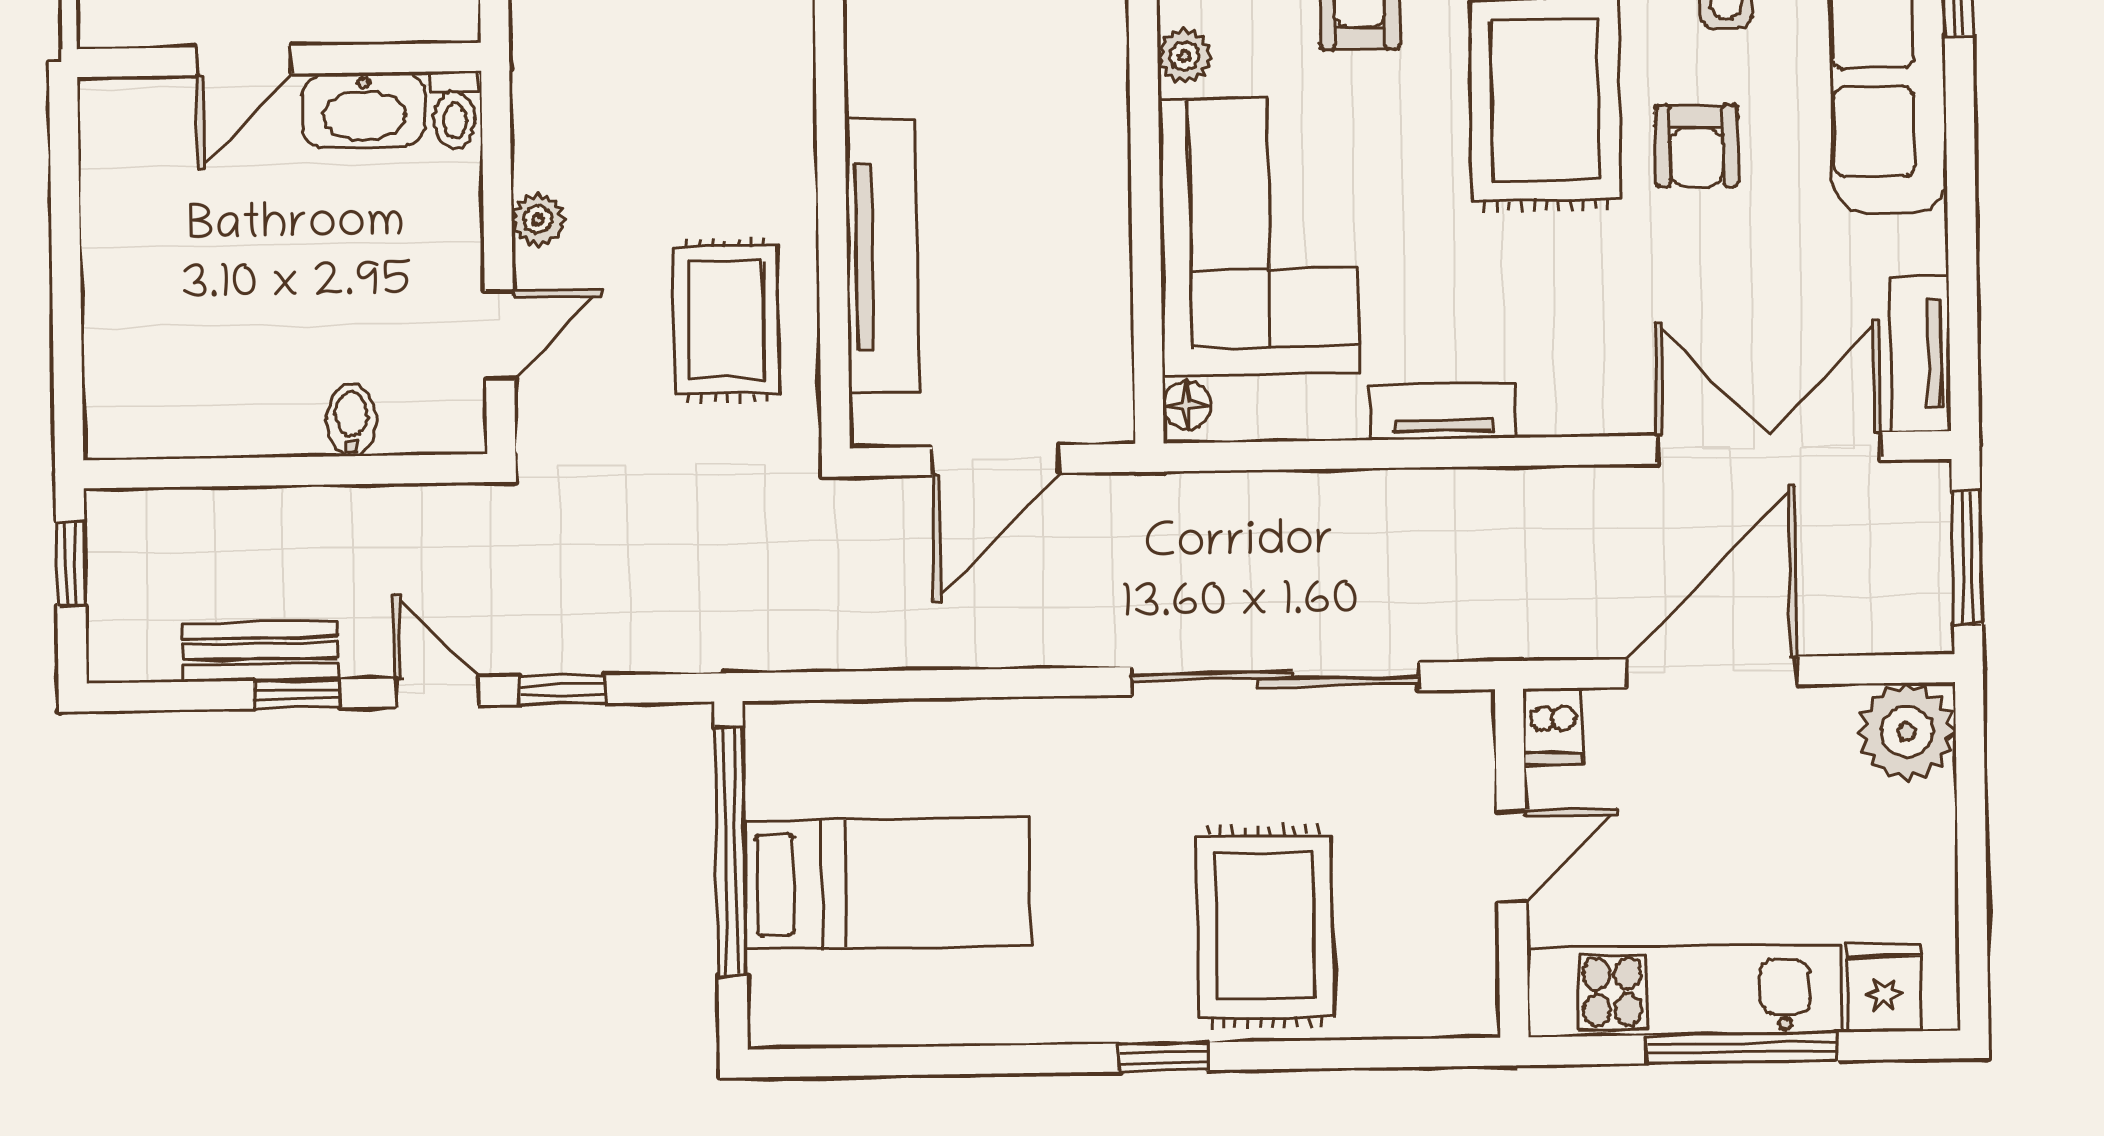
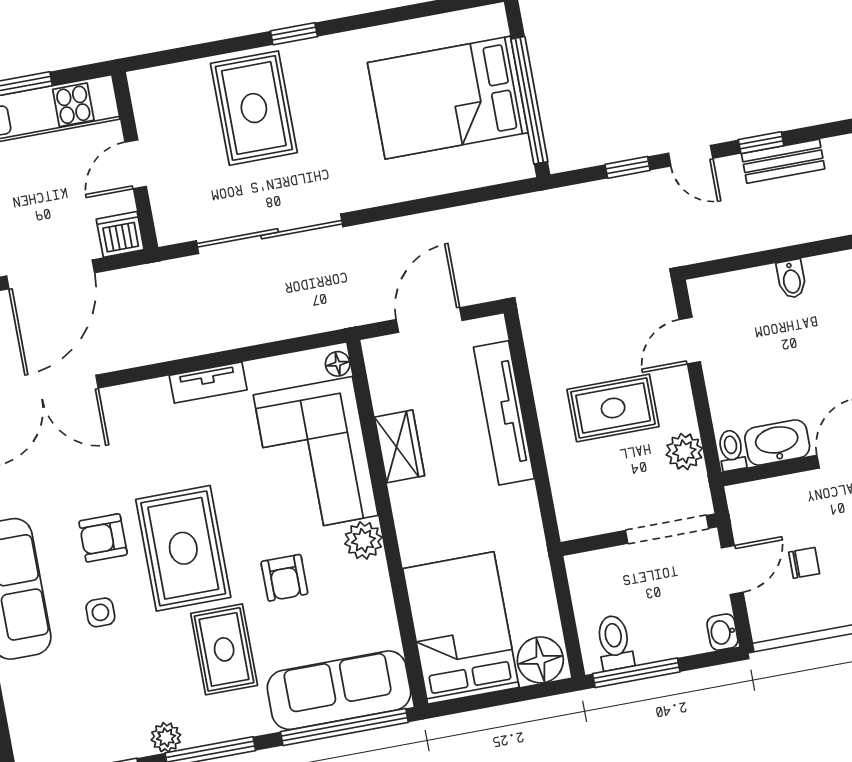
plant: (1184, 56) -> (363, 540), width x1.38, depth x1.38
armchair: (1696, 146) -> (103, 538), turned -90
plant: (538, 220) -> (684, 452), moved, width x1.38, depth x1.38
wardrobe: (1094, 226) -> (400, 446), added
rug: (726, 320) -> (613, 408), moved, turned 90
bidet: (351, 420) -> (791, 279), moved
dishwasher: (1553, 726) -> (120, 234), width x1.38
bed: (887, 883) -> (448, 98), width x1.50

